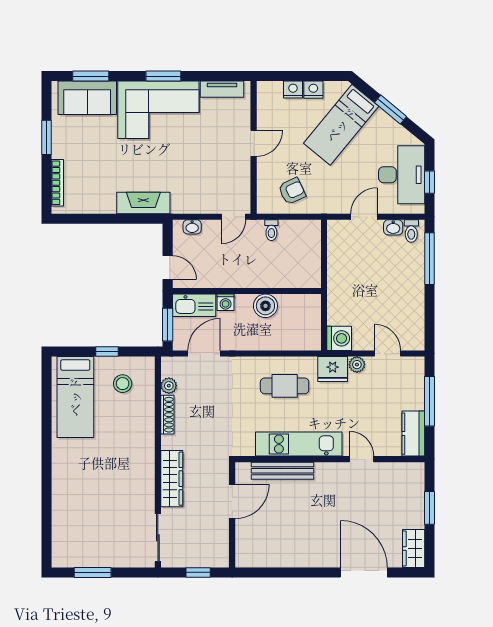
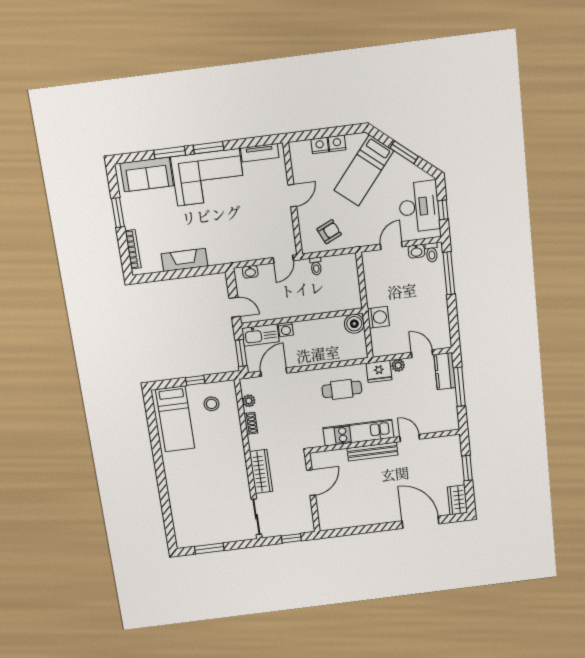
window: (91, 76) -> (170, 153), moved
fireplace: (143, 203) -> (185, 260), moved
boiler: (265, 306) -> (354, 324), moved
washing machine: (339, 338) -> (378, 317), moved
shoe rack: (167, 415) -> (251, 423), width x0.70
kitchen counter: (413, 434) -> (445, 371), moved
bench: (283, 471) -> (372, 452), moved

